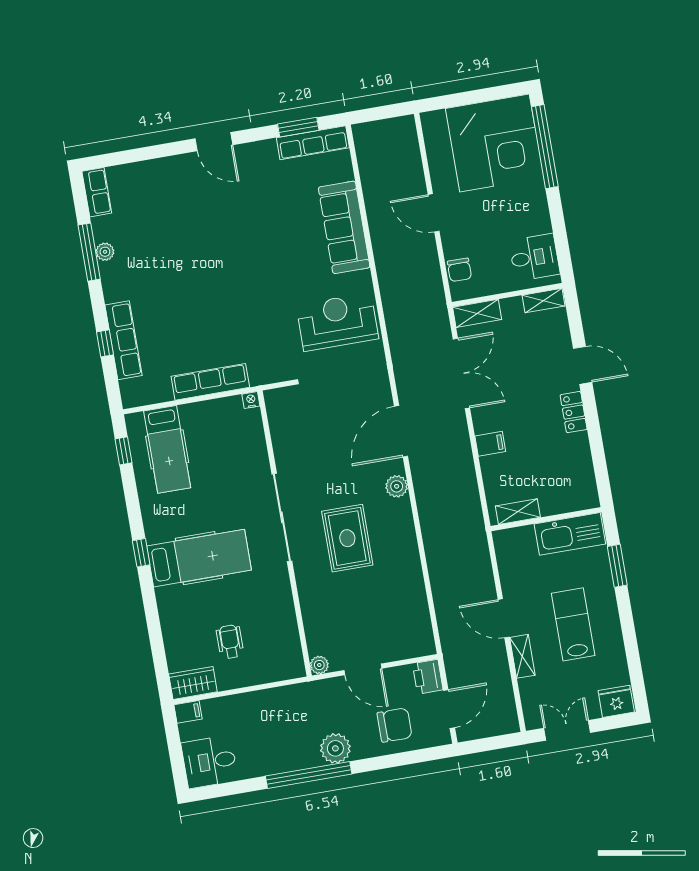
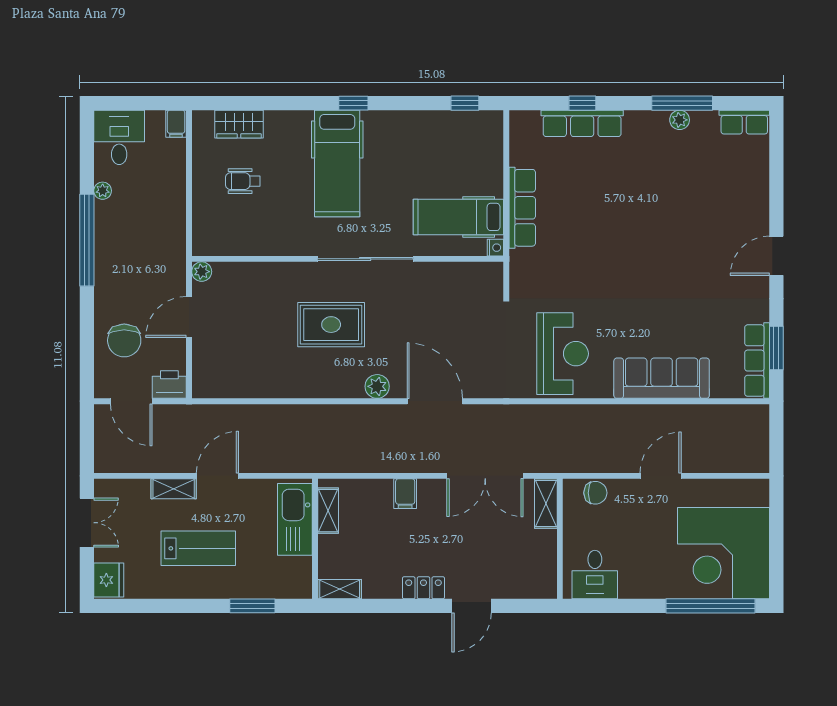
chair: (459, 270) -> (595, 493), turned 180
shelving: (544, 301) -> (340, 589), moved, turned 90
hospital bed: (167, 449) -> (458, 217), moved
kitchen sink: (570, 534) -> (295, 519), moved
wheelchair: (230, 642) -> (243, 181), turned 180
wardrobe: (193, 683) -> (239, 124), moved, turned 90
plant: (335, 748) -> (103, 191), moved, width x0.53, depth x0.53

